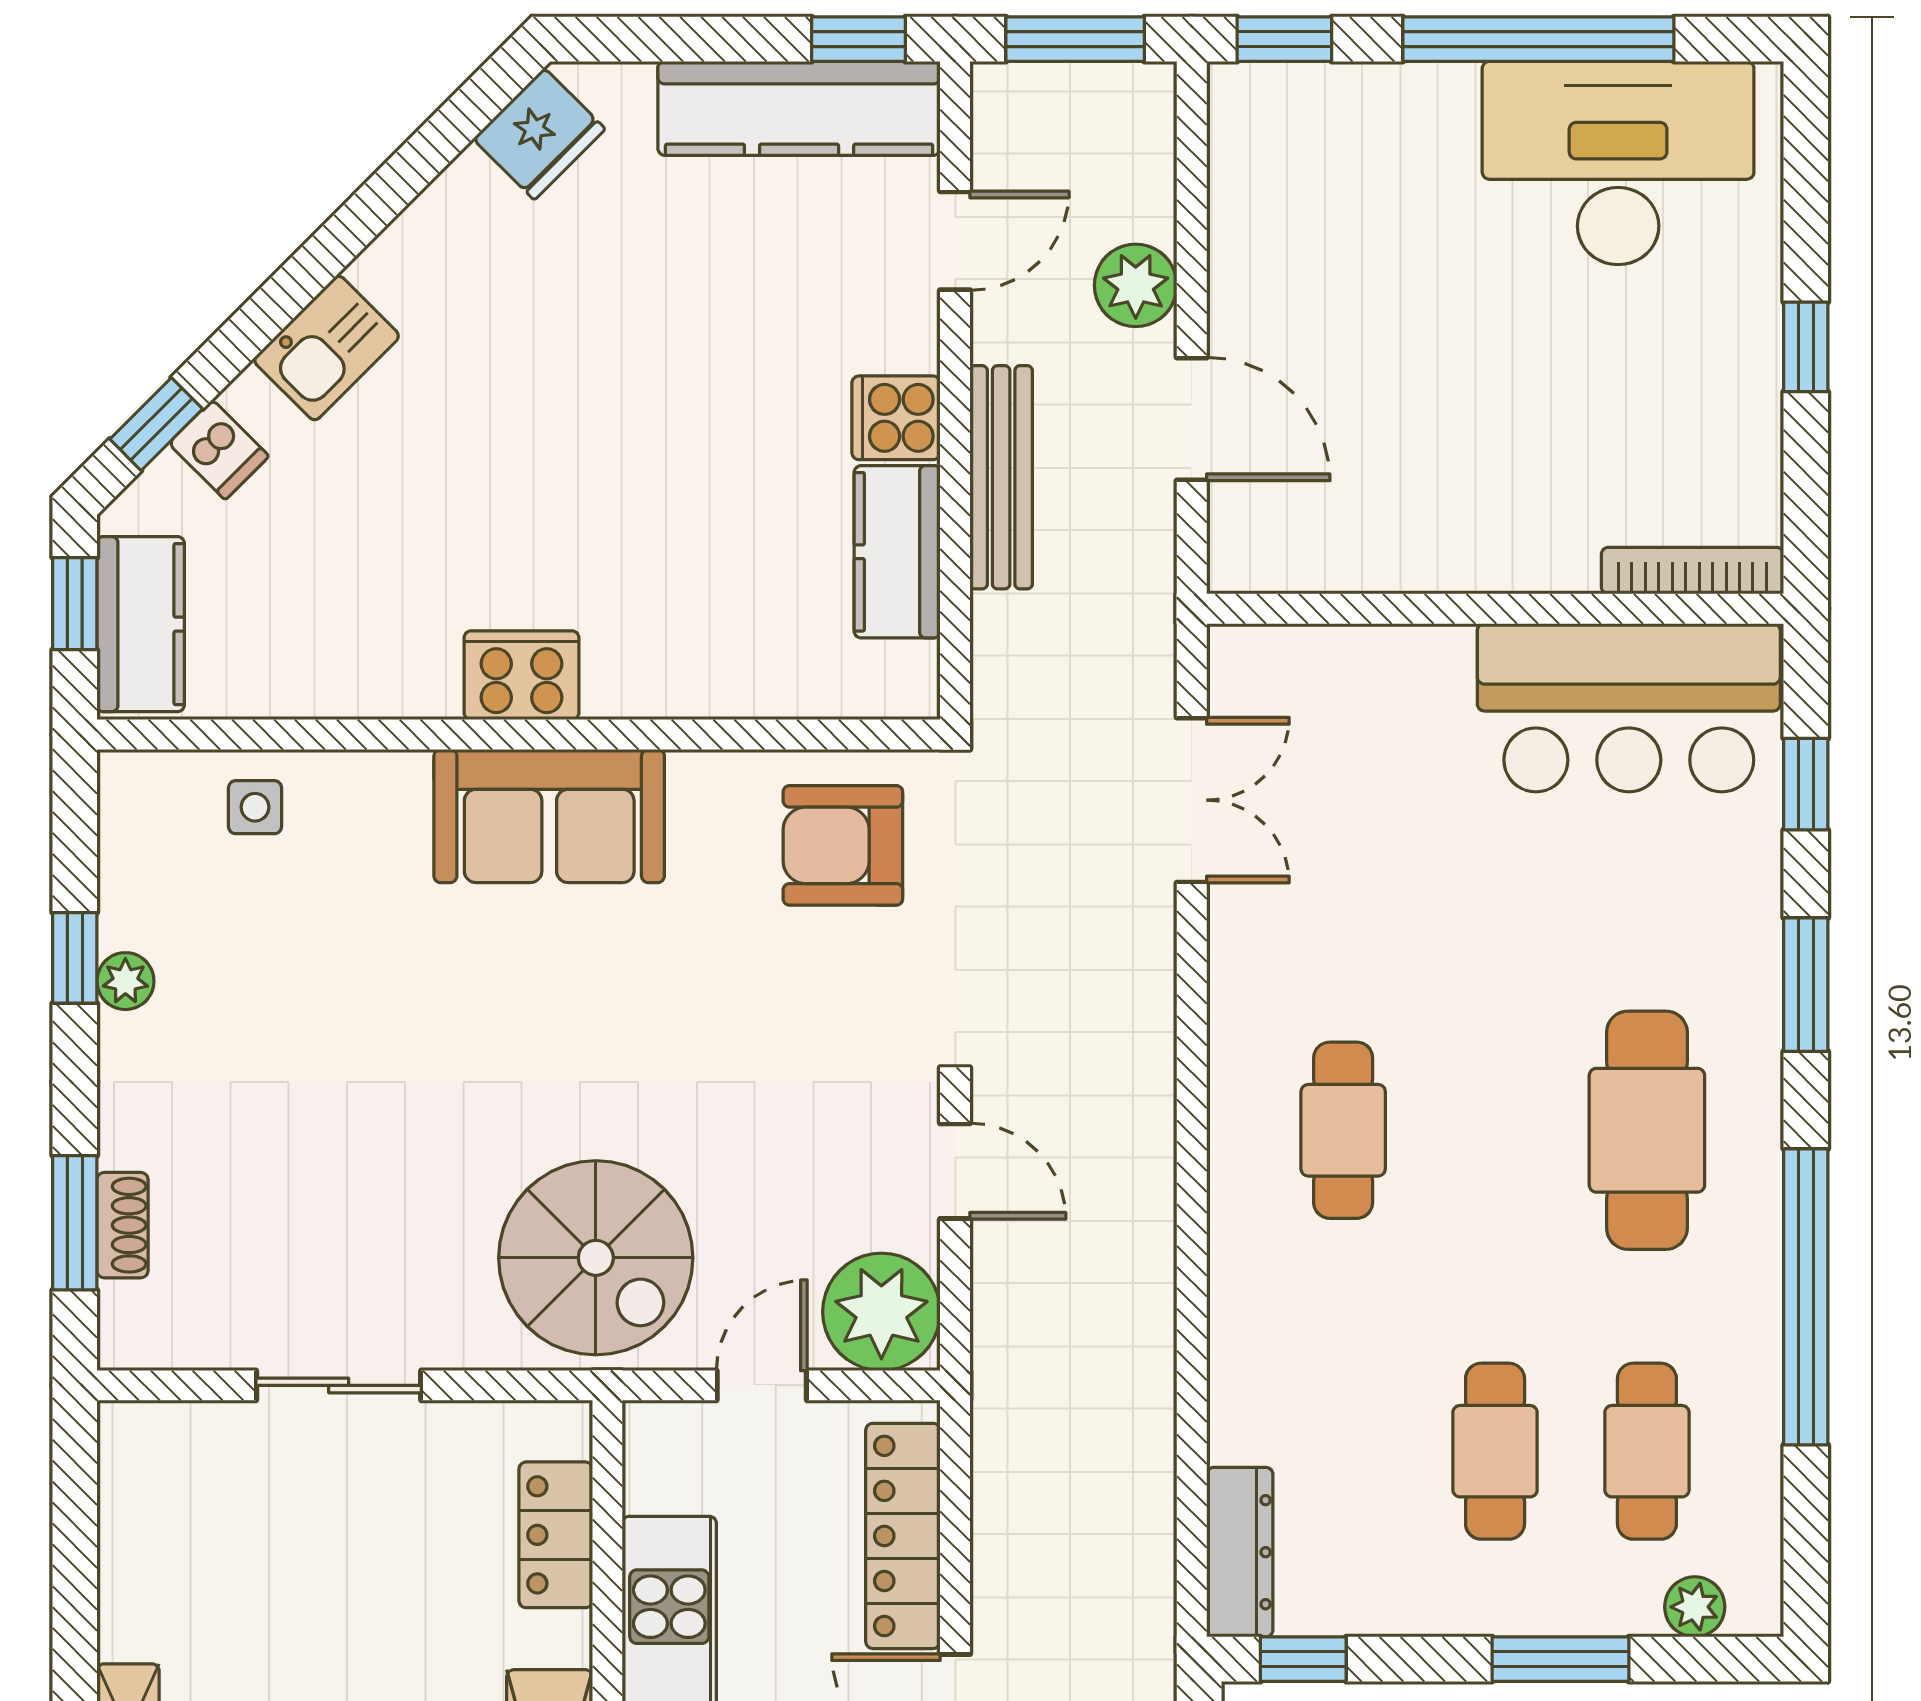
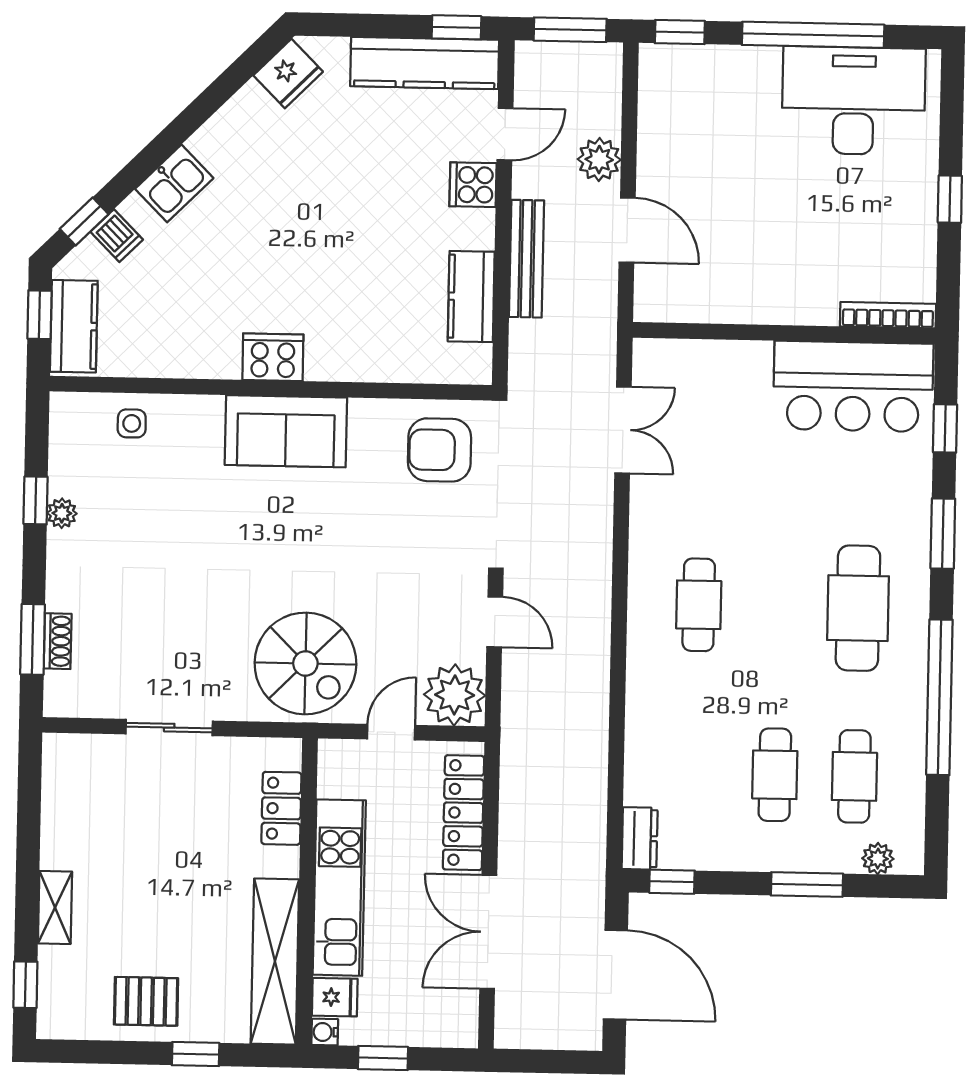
cooker: (896, 418) -> (473, 185), moved
dresser: (1240, 1552) -> (640, 838), width x0.70

